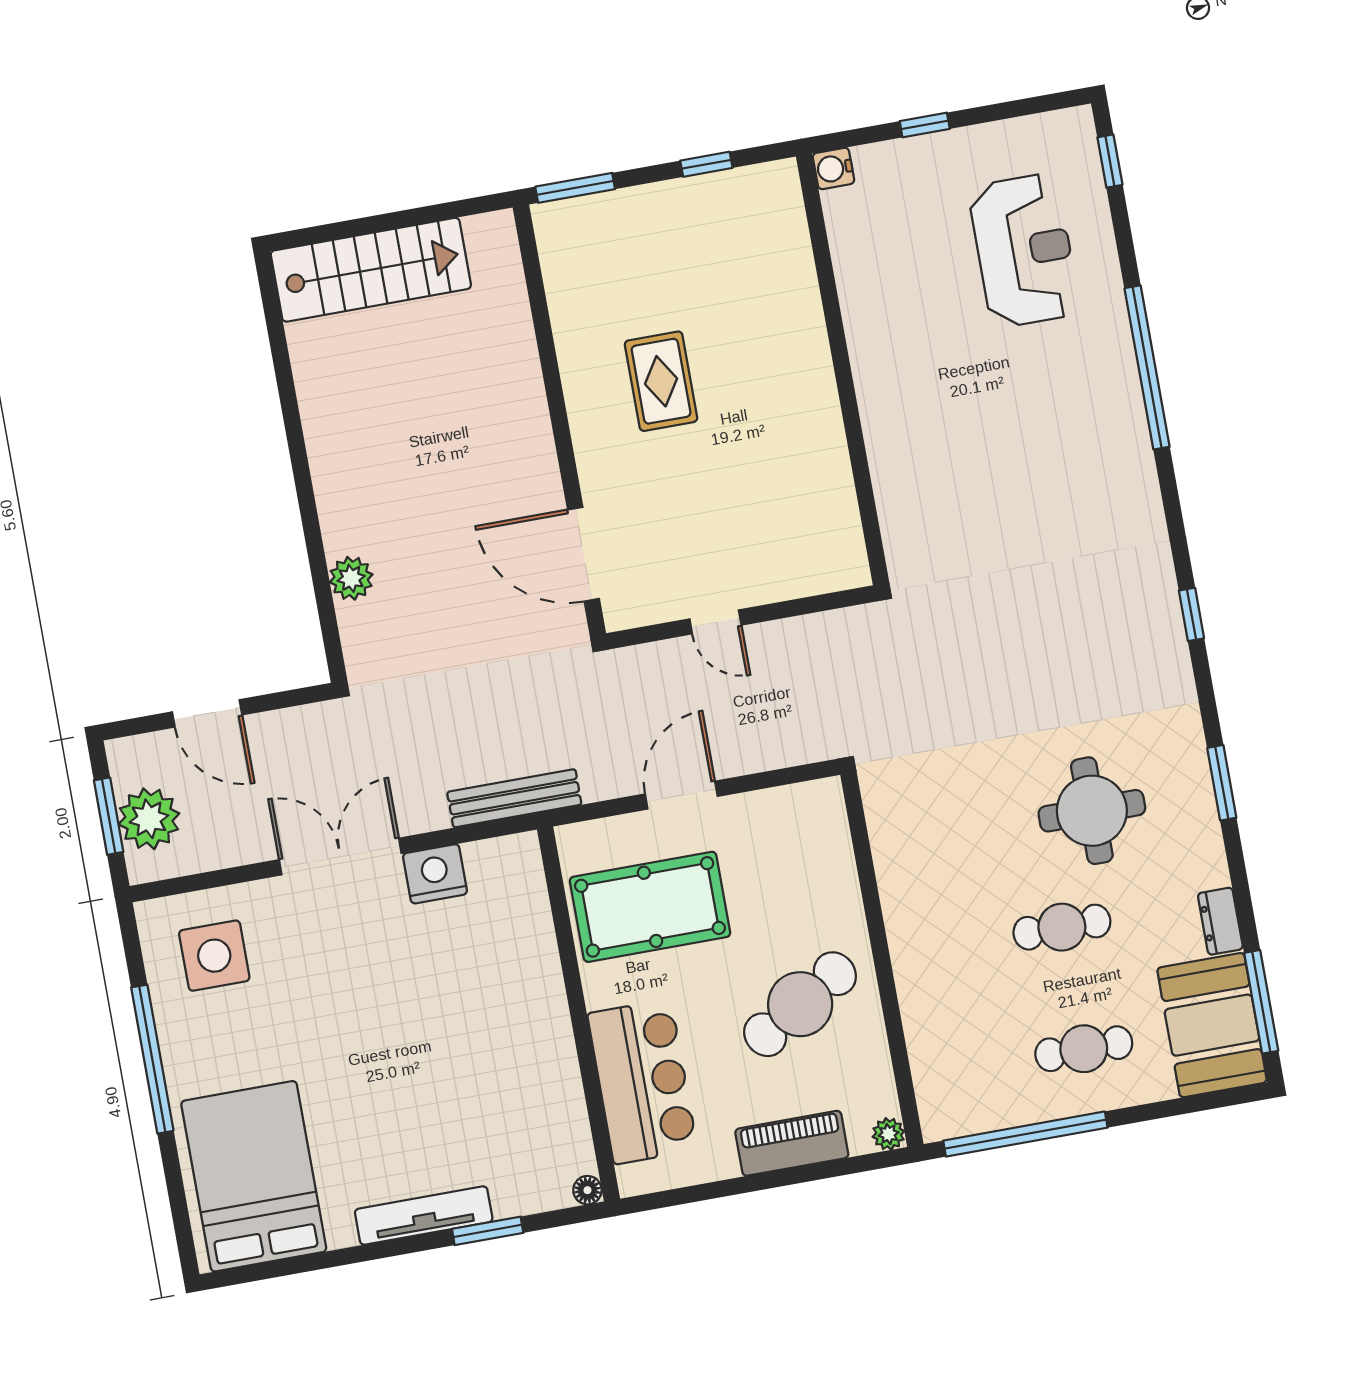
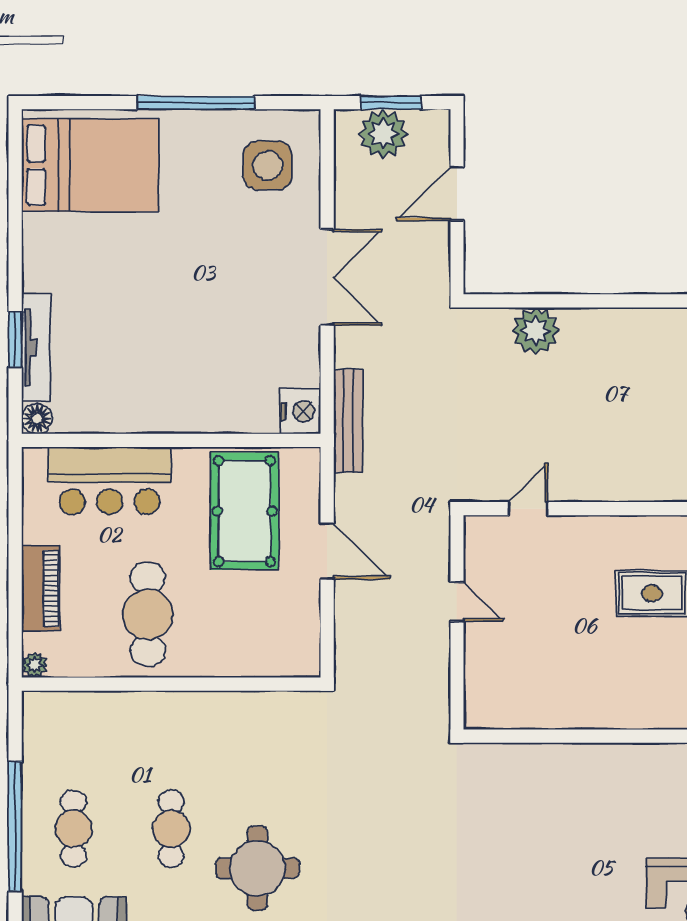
door: (583, 554) -> (528, 509), width x0.53
plant: (351, 578) -> (536, 331), width x1.36, depth x1.36
door: (715, 622) -> (457, 602), swing flipped
nightstand: (435, 874) -> (300, 411), moved
cafe table: (800, 1004) -> (148, 614), turned 31
window: (1025, 1134) -> (15, 826), moved
floor lamp: (587, 1190) -> (37, 419), width x1.37, depth x1.37
tv unit: (424, 1215) -> (36, 347), moved

